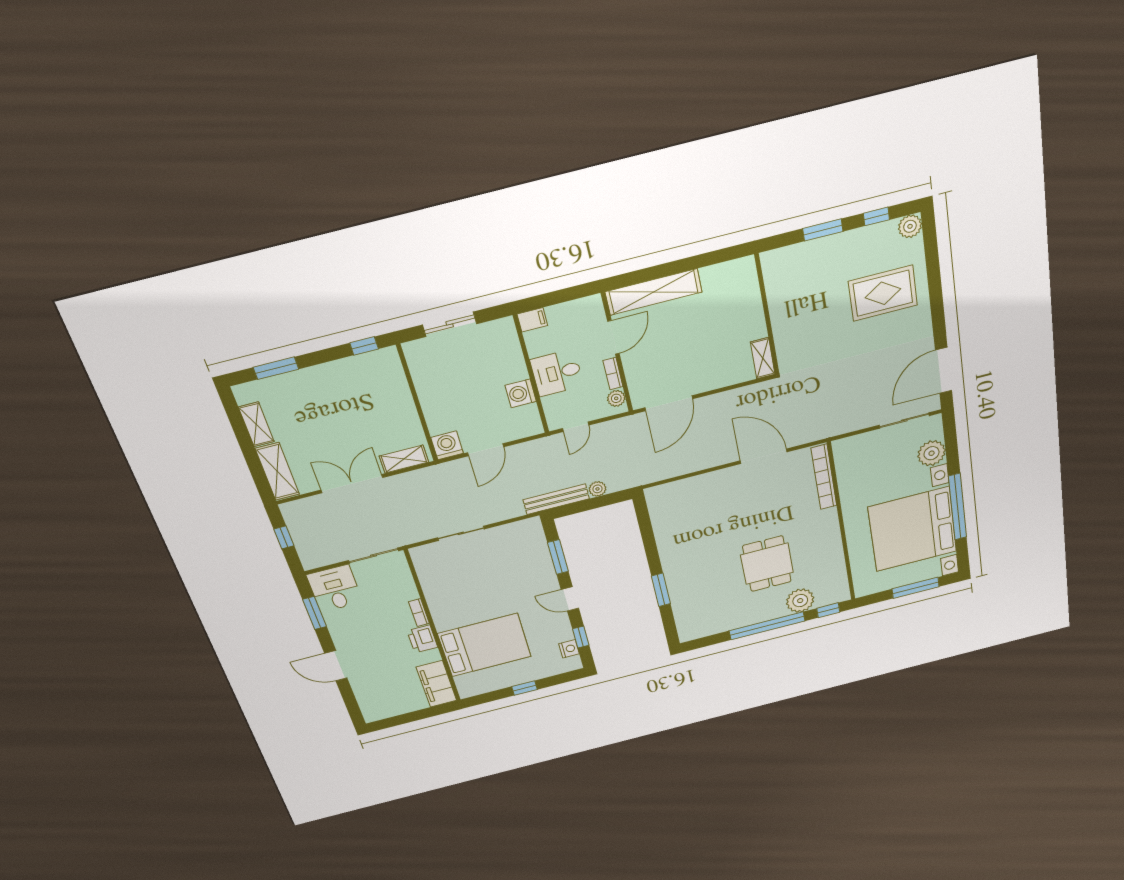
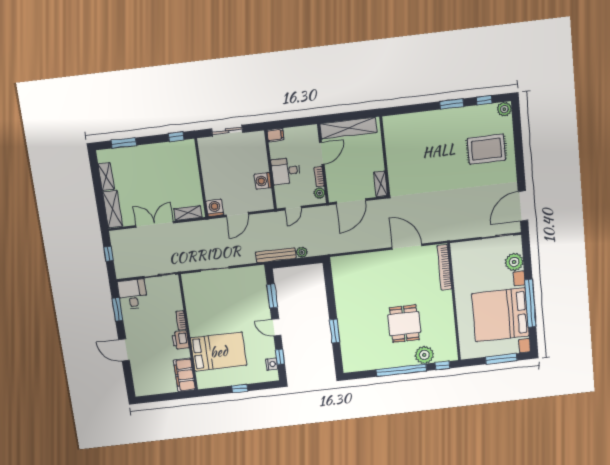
wall: (767, 315) -> (385, 156), moved
shelving: (763, 358) -> (381, 184), moved

